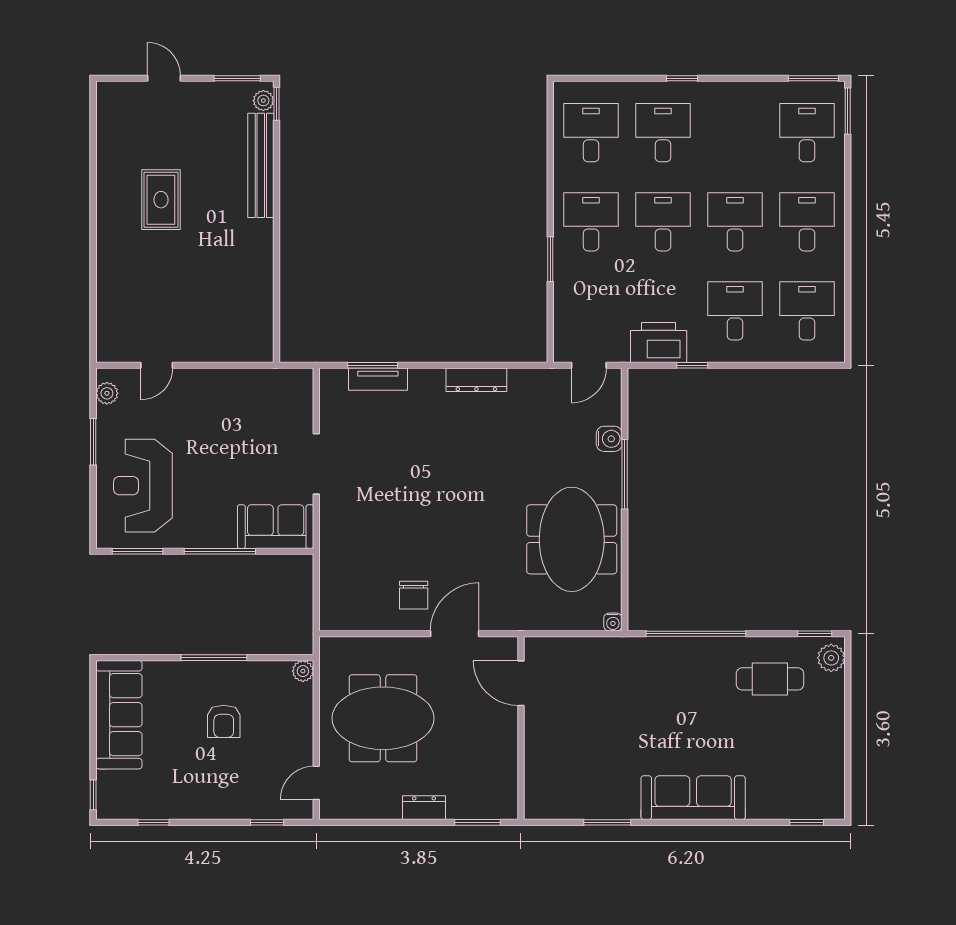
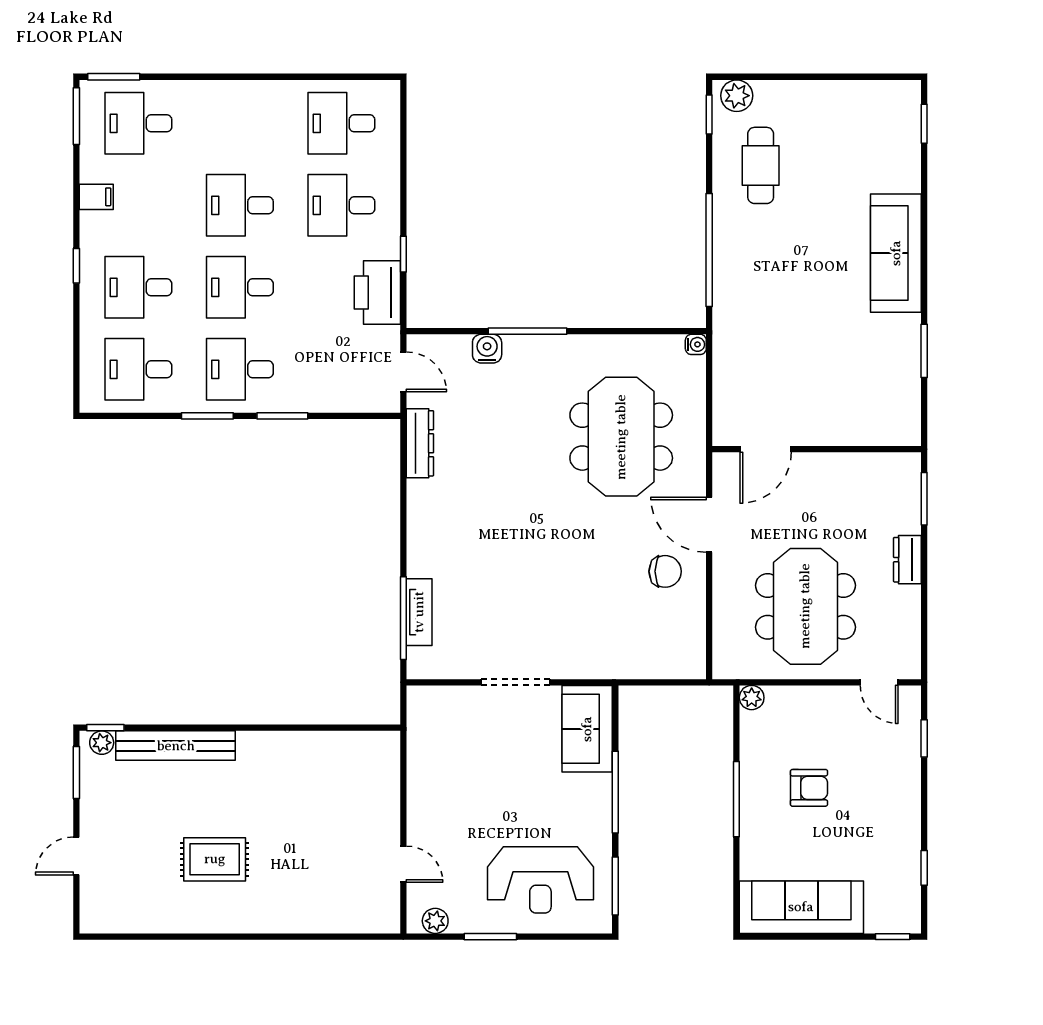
filing cabinet: (742, 96) -> (96, 197), added
window: (550, 193) -> (207, 416), added
desk: (807, 222) -> (240, 123), removed
window: (373, 365) -> (403, 618), width x1.44
dresser: (476, 380) -> (420, 443), moved
meeting table: (572, 539) -> (621, 437), moved, turned 90

